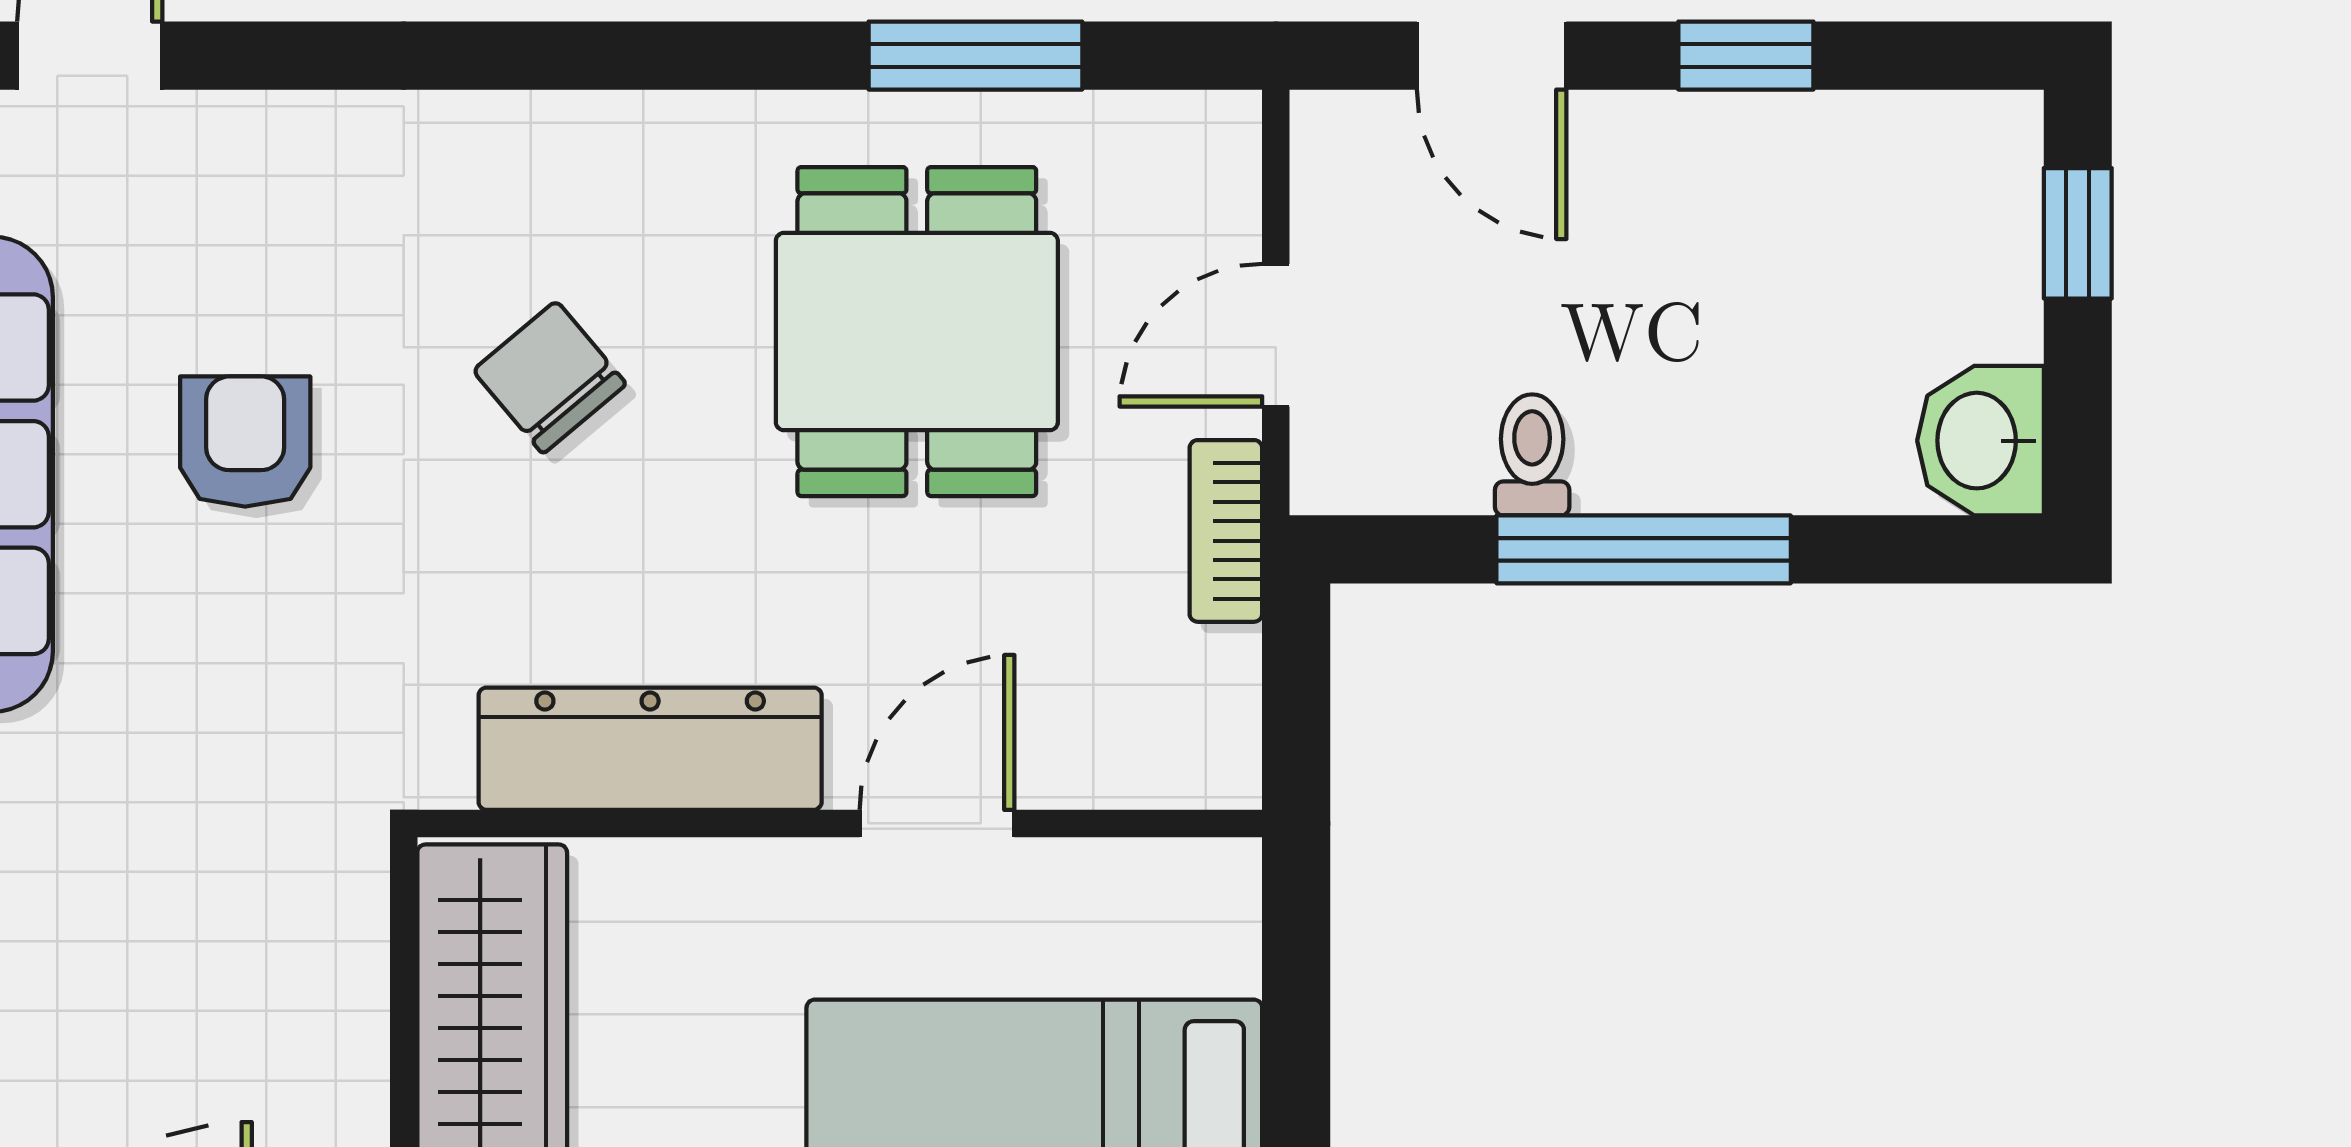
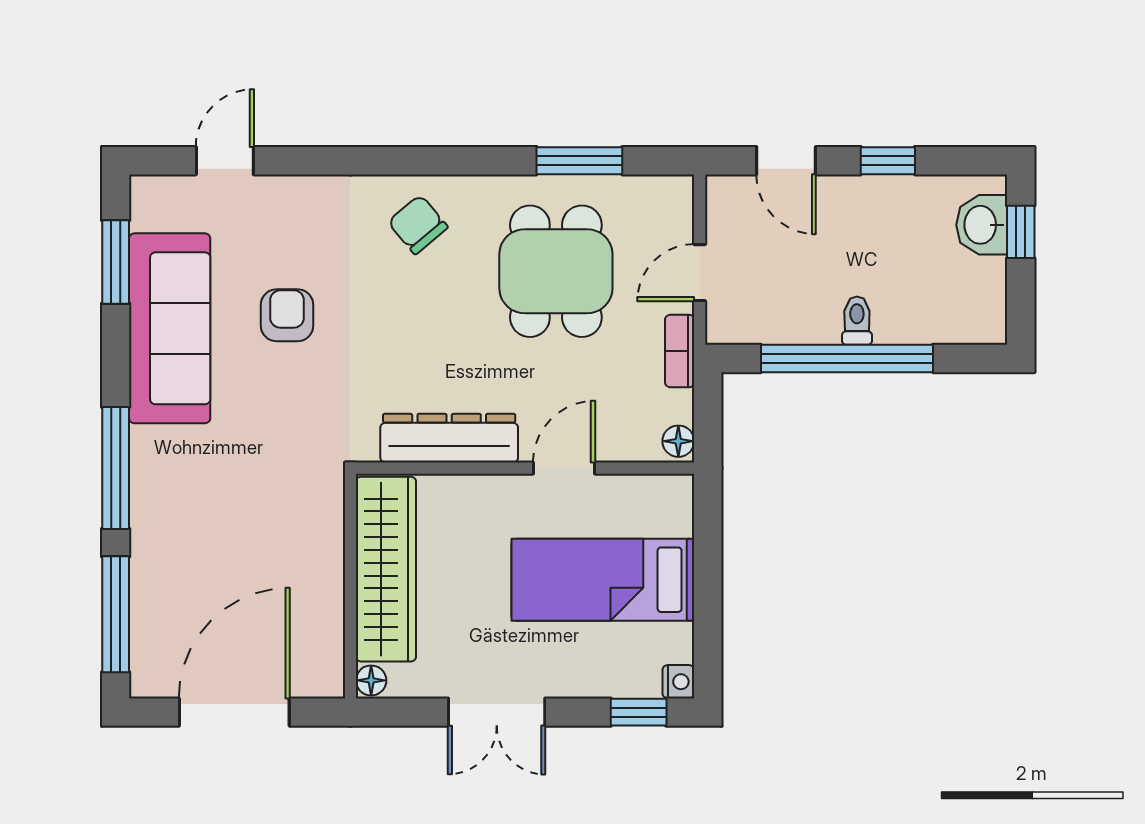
chair: (550, 377) -> (418, 225), moved
washbasin: (1980, 441) -> (982, 225), moved
toilet: (1532, 455) -> (857, 321), moved
window: (1644, 549) -> (847, 358), width x1.46
floor lamp: (1223, 756) -> (678, 441), added

